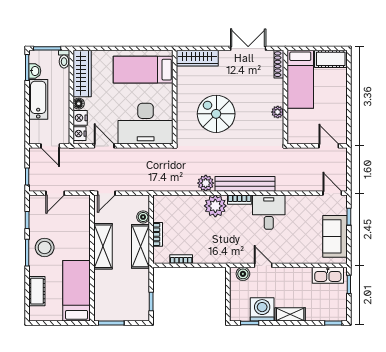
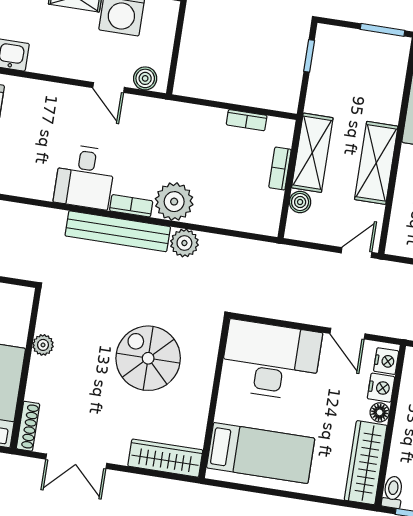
spiral stairs: (216, 114) -> (148, 358), turned 180

